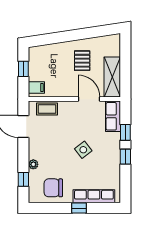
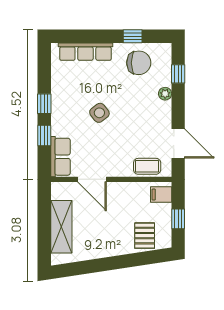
pallet: (82, 61) -> (145, 236), moved
shelving: (112, 77) -> (61, 227), moved
window: (79, 208) -> (133, 36), moved

